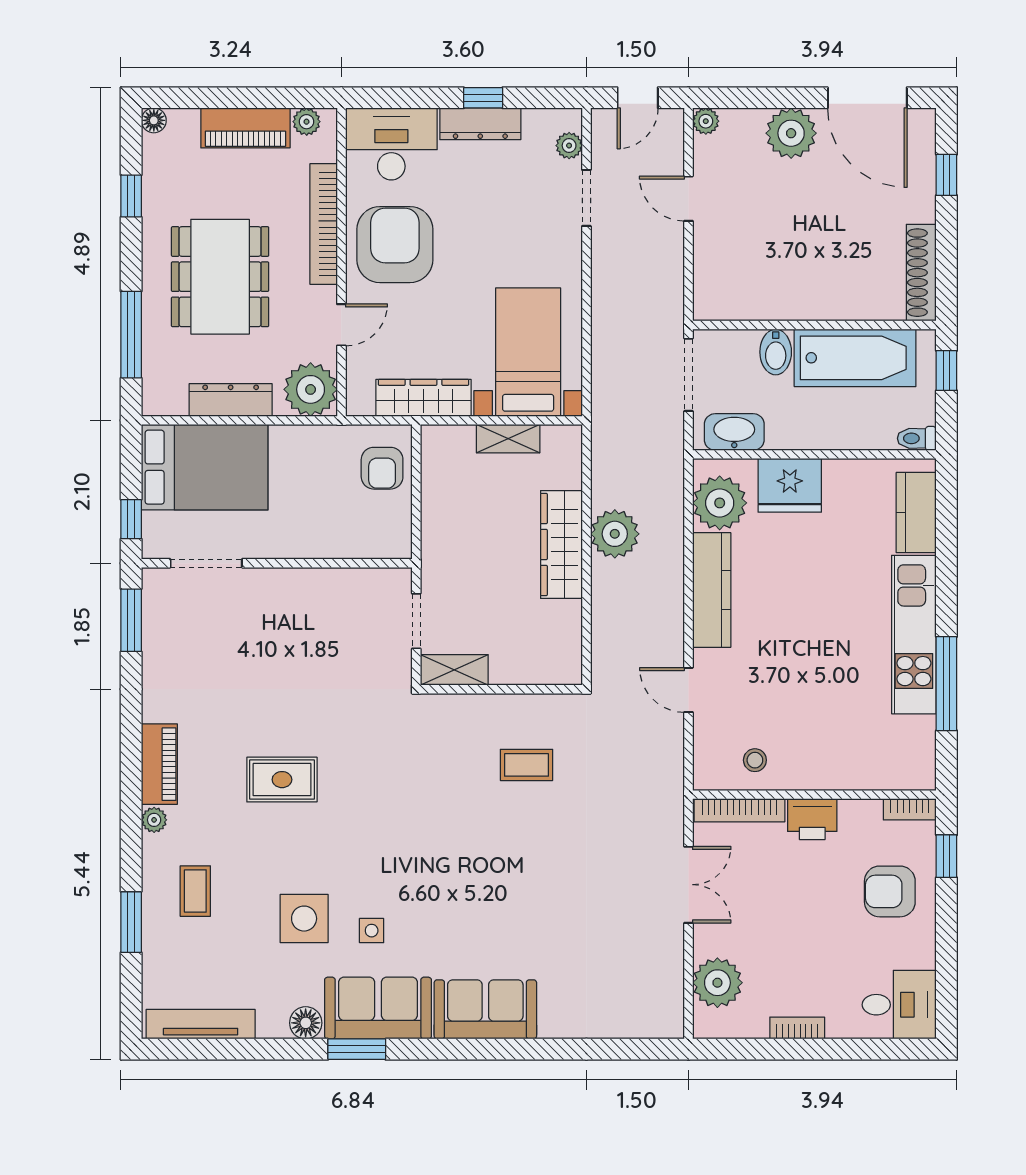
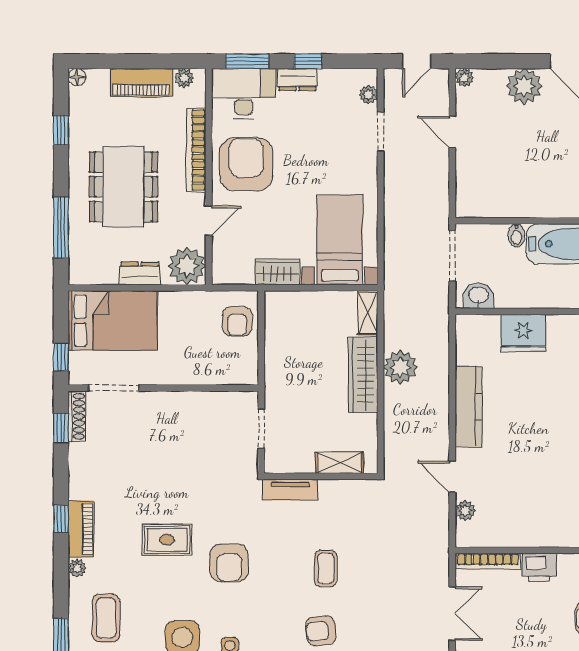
window: (396, 98) -> (247, 61), added
dresser: (480, 124) -> (297, 80), width x0.70
bidet: (776, 352) -> (516, 235), width x0.72, depth x0.74
wardrobe: (423, 398) -> (277, 272), width x0.67
dresser: (231, 400) -> (140, 273), width x0.70
washbasin: (734, 432) -> (478, 296), width x0.72
shelving: (508, 439) -> (368, 313), moved, turned 90
plant: (720, 503) -> (465, 511), moved, width x0.53, depth x0.53
shoe rack: (154, 604) -> (77, 416), added
window: (131, 620) -> (61, 428), width x0.67
shelving: (454, 670) -> (339, 463), moved
tv unit: (458, 708) -> (290, 490), added
window: (131, 750) -> (61, 519), added
stool: (755, 760) -> (499, 526), removed
coffee table: (527, 765) -> (326, 568), moved, turned 90
armchair: (371, 813) -> (229, 563), added
coffee table: (195, 891) -> (106, 618), width x1.36, depth x1.30
armchair: (501, 909) -> (321, 631), added

